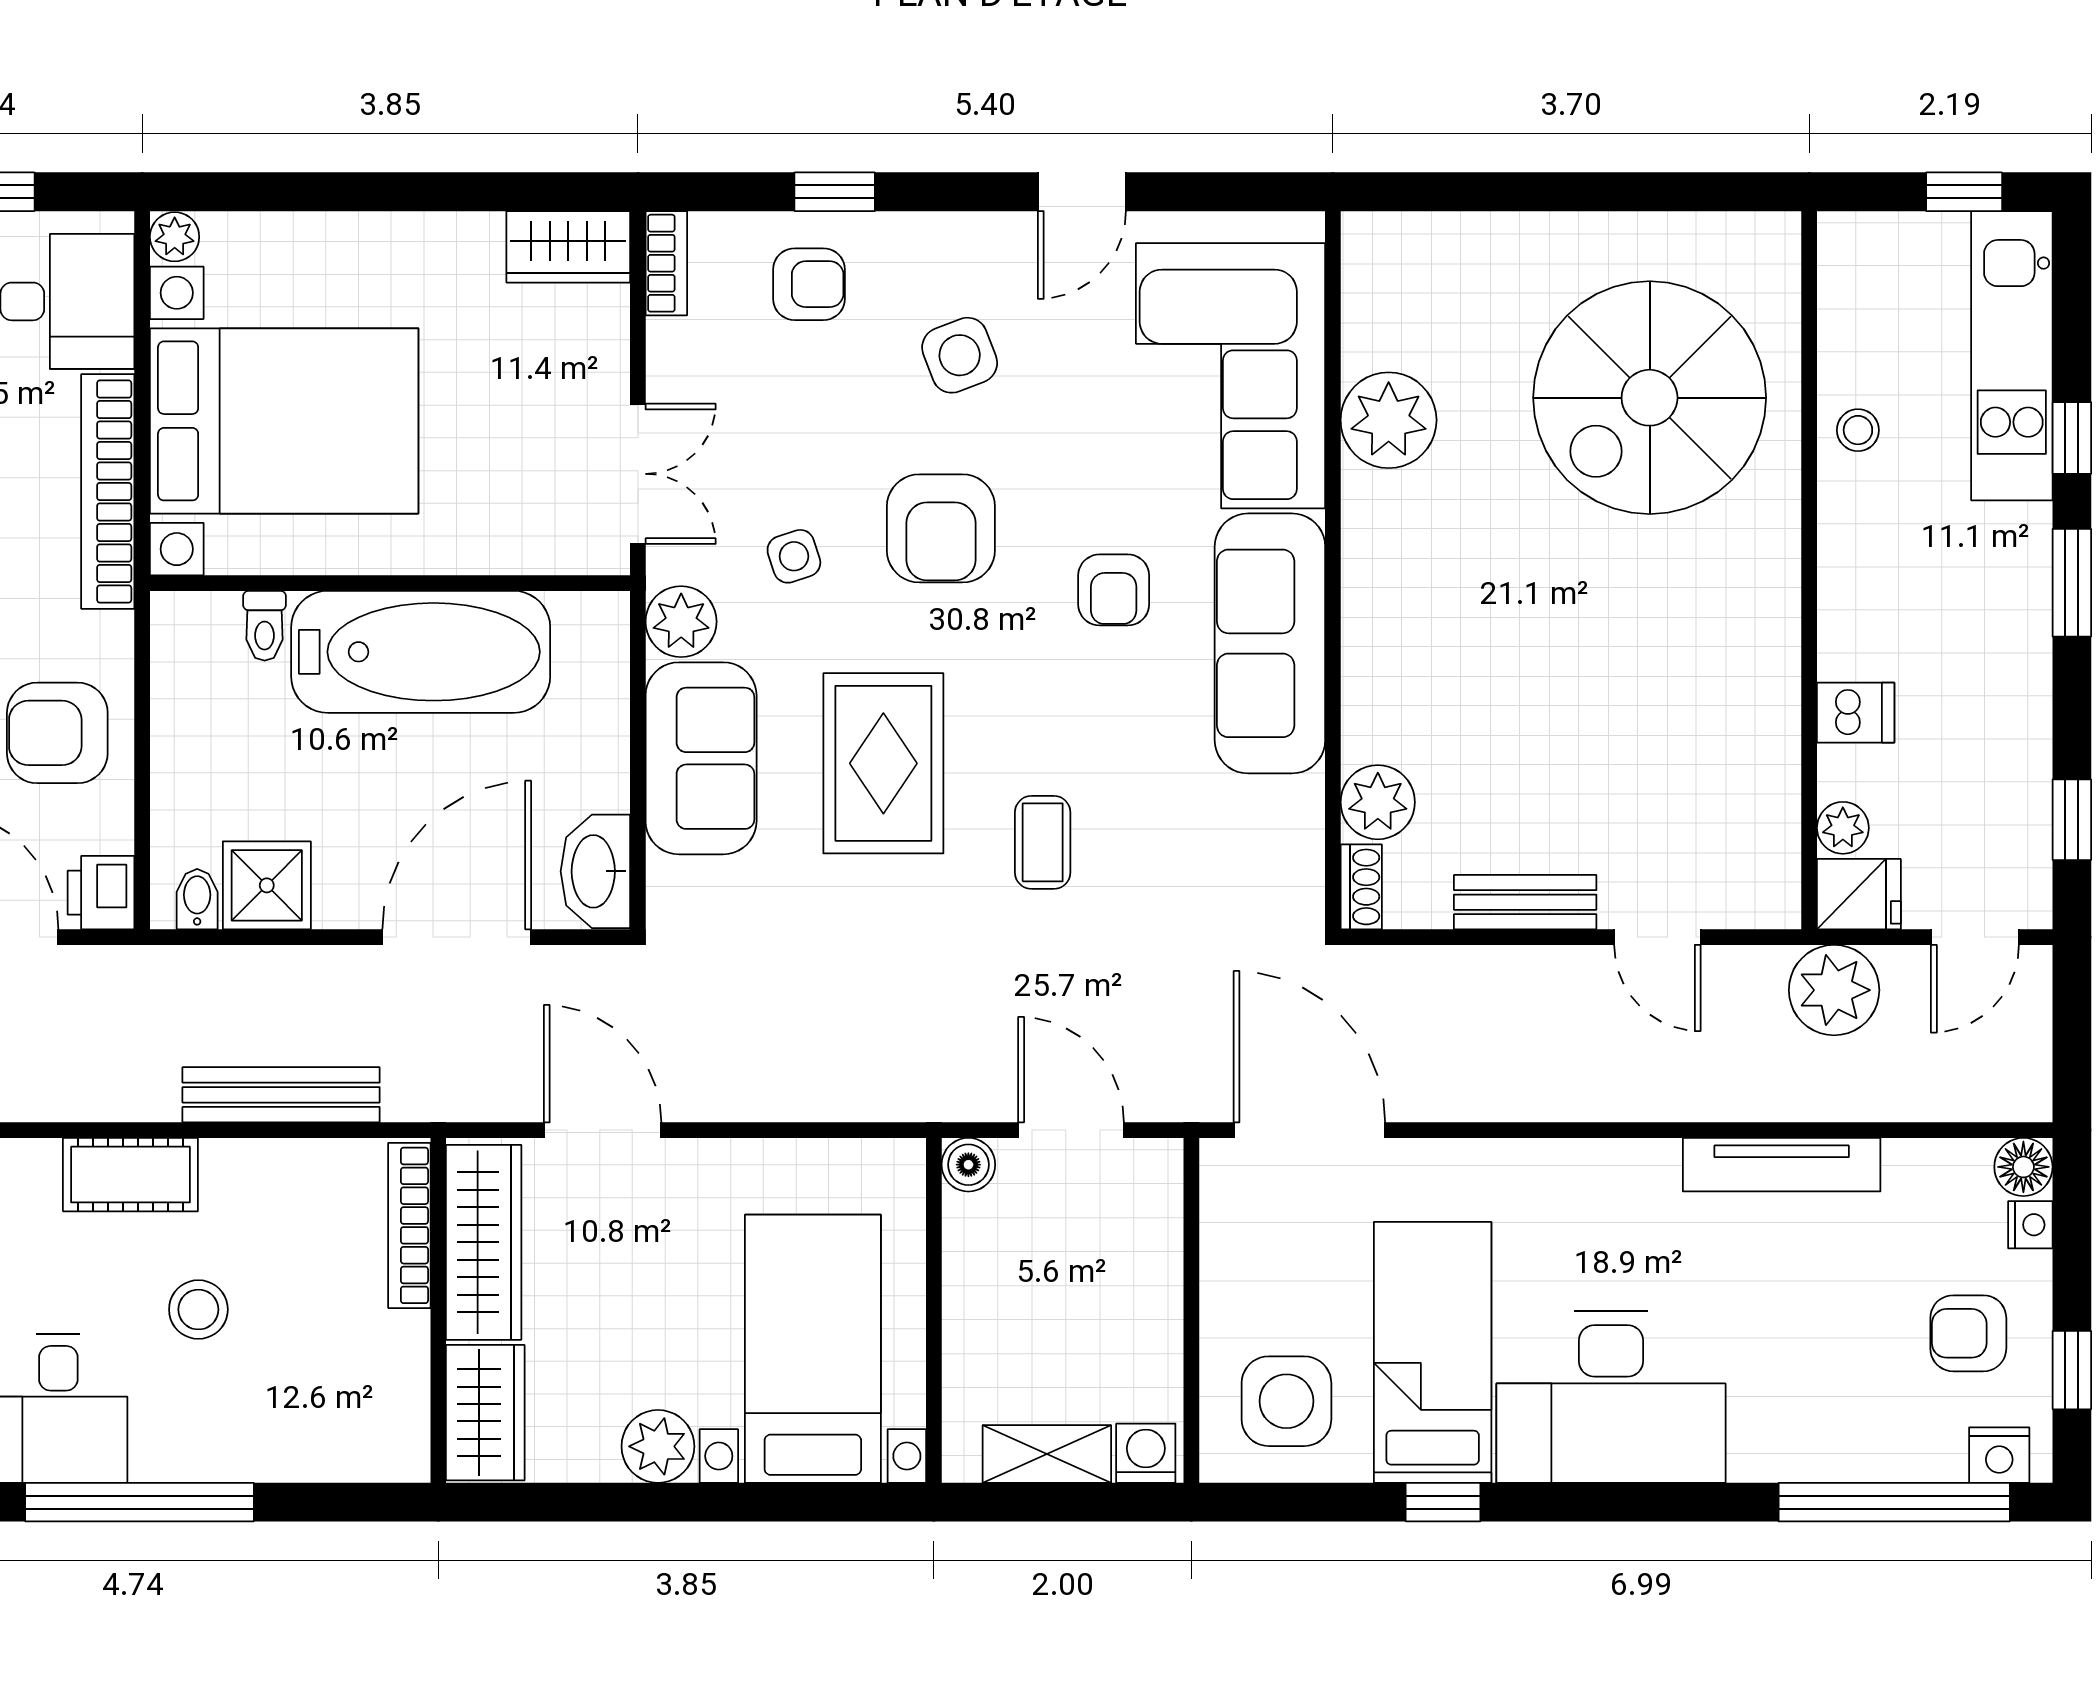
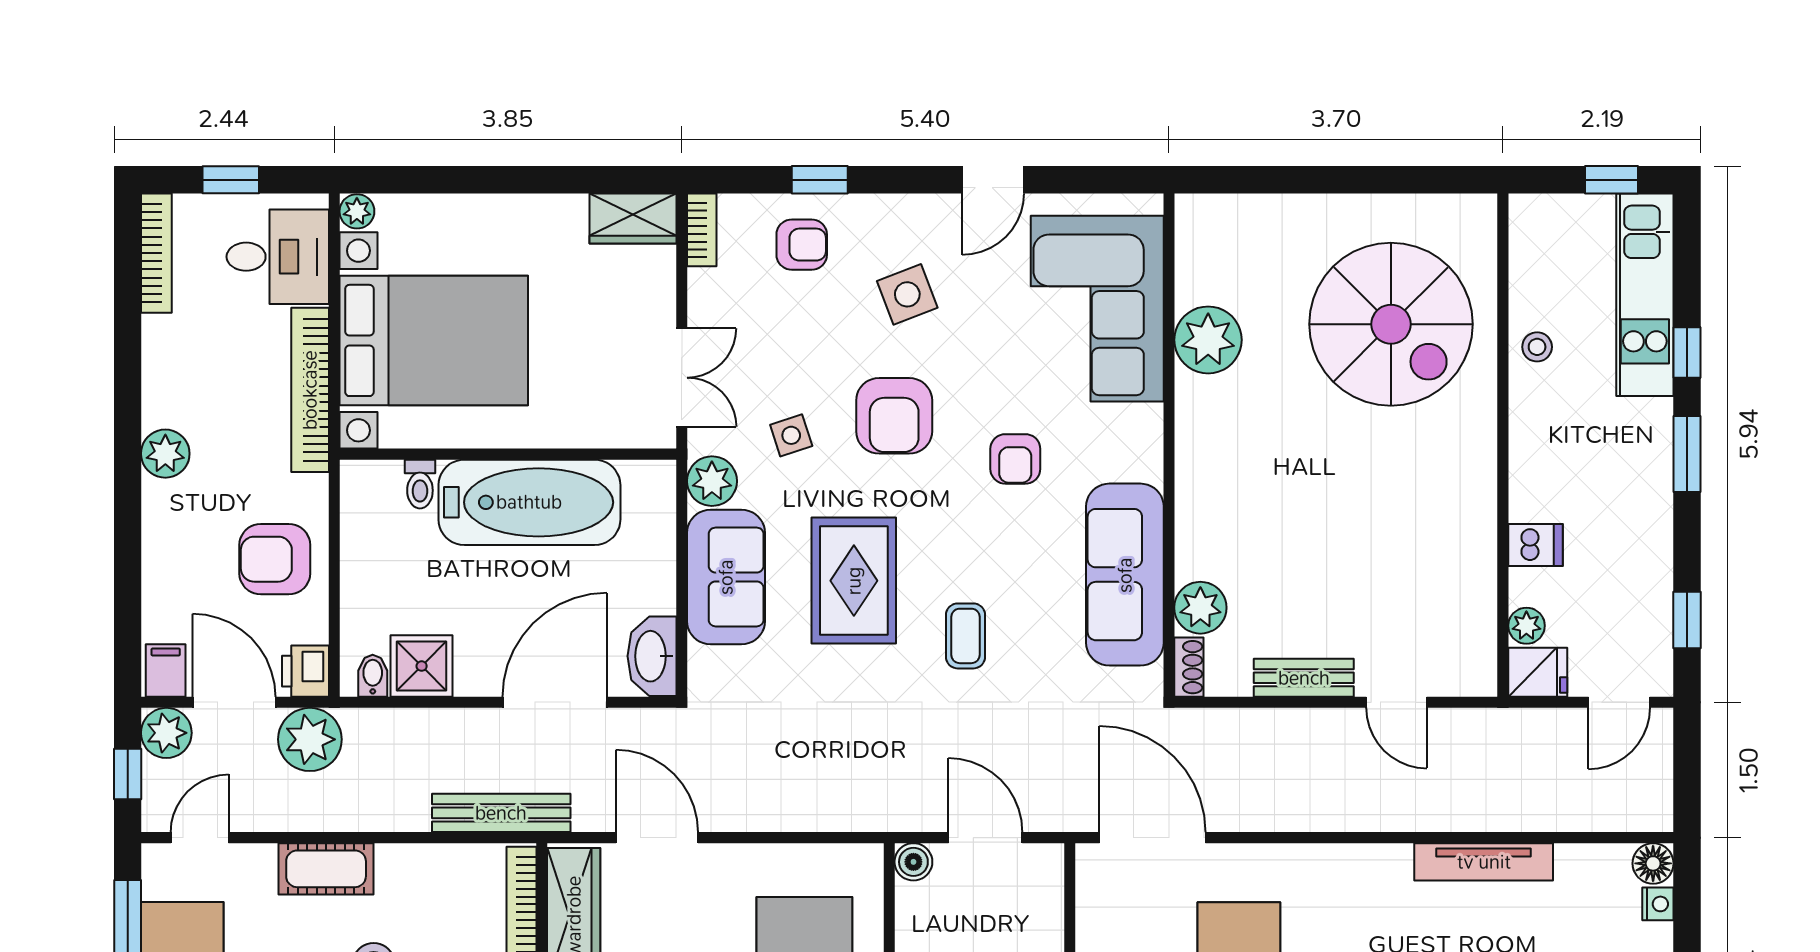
spiral stairs: (1650, 398) -> (1391, 324), turned -90
sofa: (1270, 643) -> (1125, 575), moved
plant: (1834, 990) -> (310, 739), moved
bench: (281, 1095) -> (501, 813), moved

